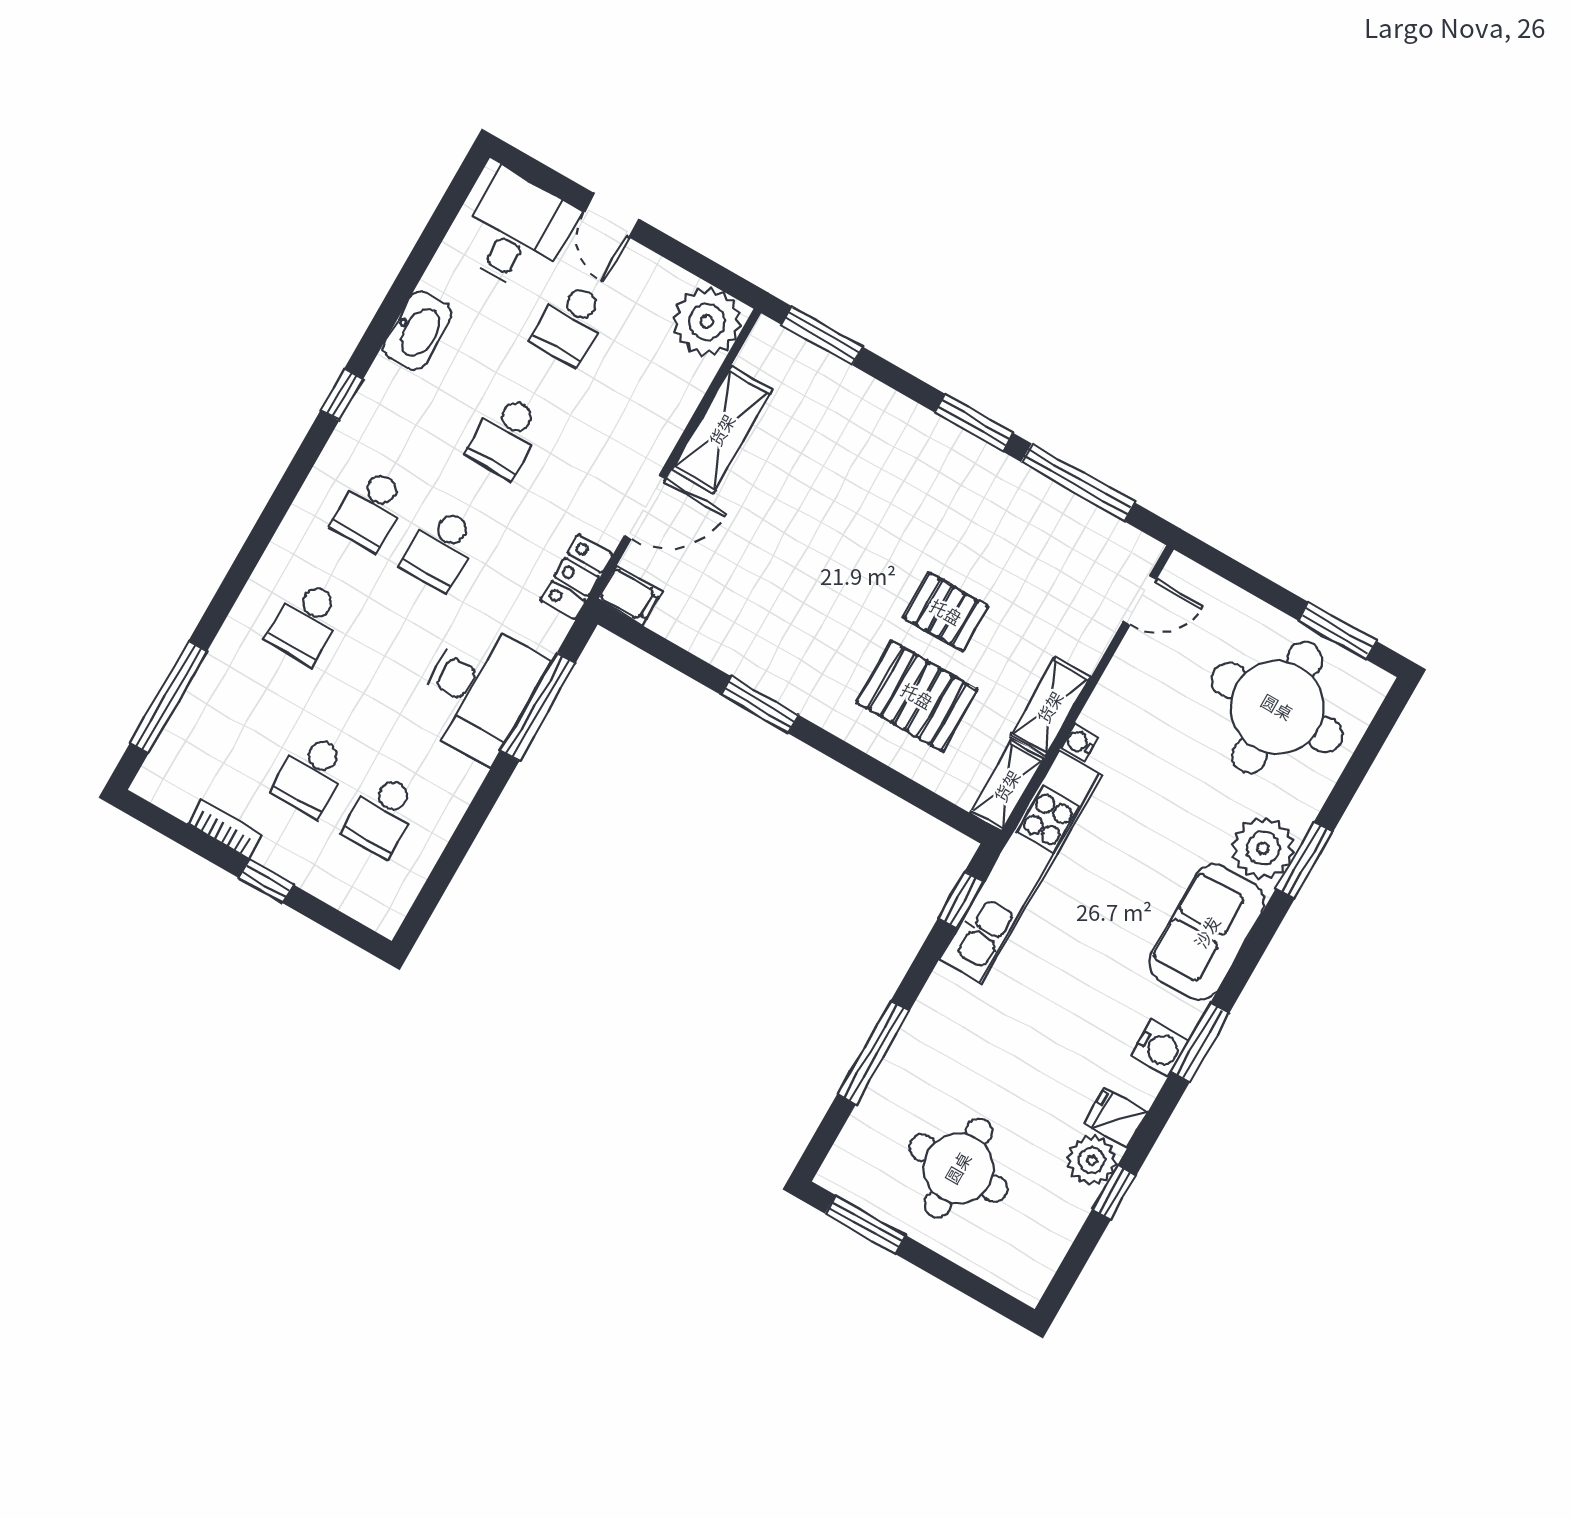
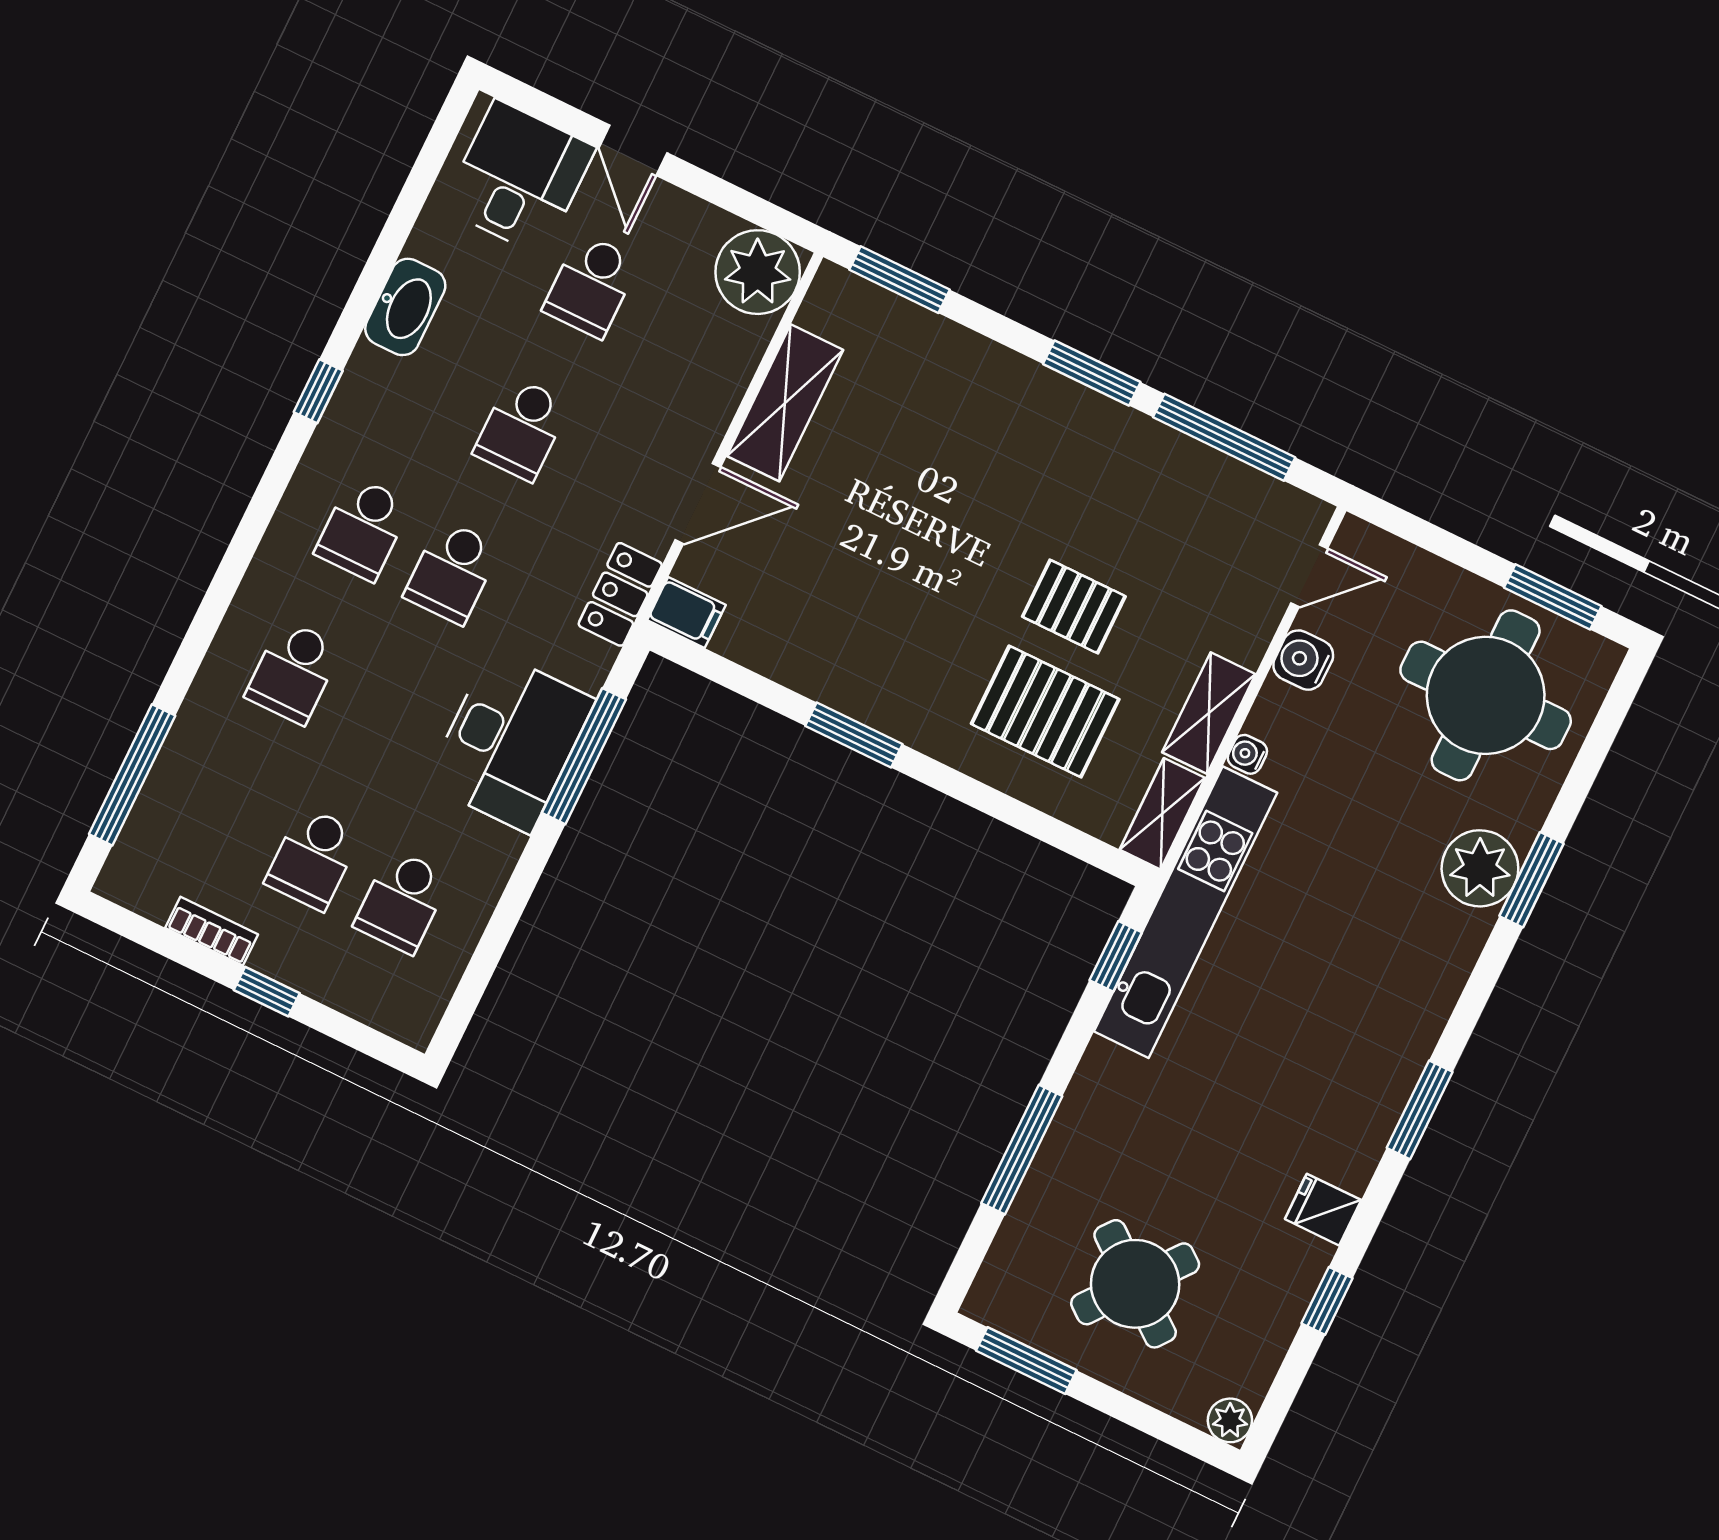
sofa: (1207, 932) -> (1419, 975), removed
water cooler: (1160, 1048) -> (1303, 660), moved, turned 180
plant: (1092, 1160) -> (1230, 1420), moved, width x0.73, depth x0.73
round table: (958, 1168) -> (1135, 1284), turned 38

